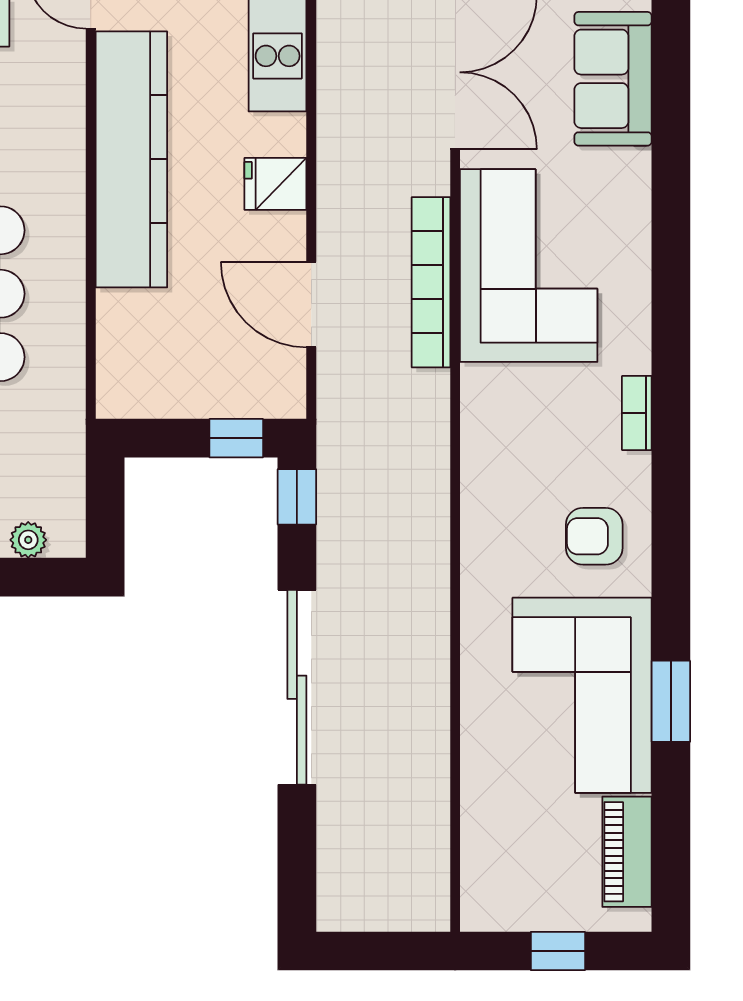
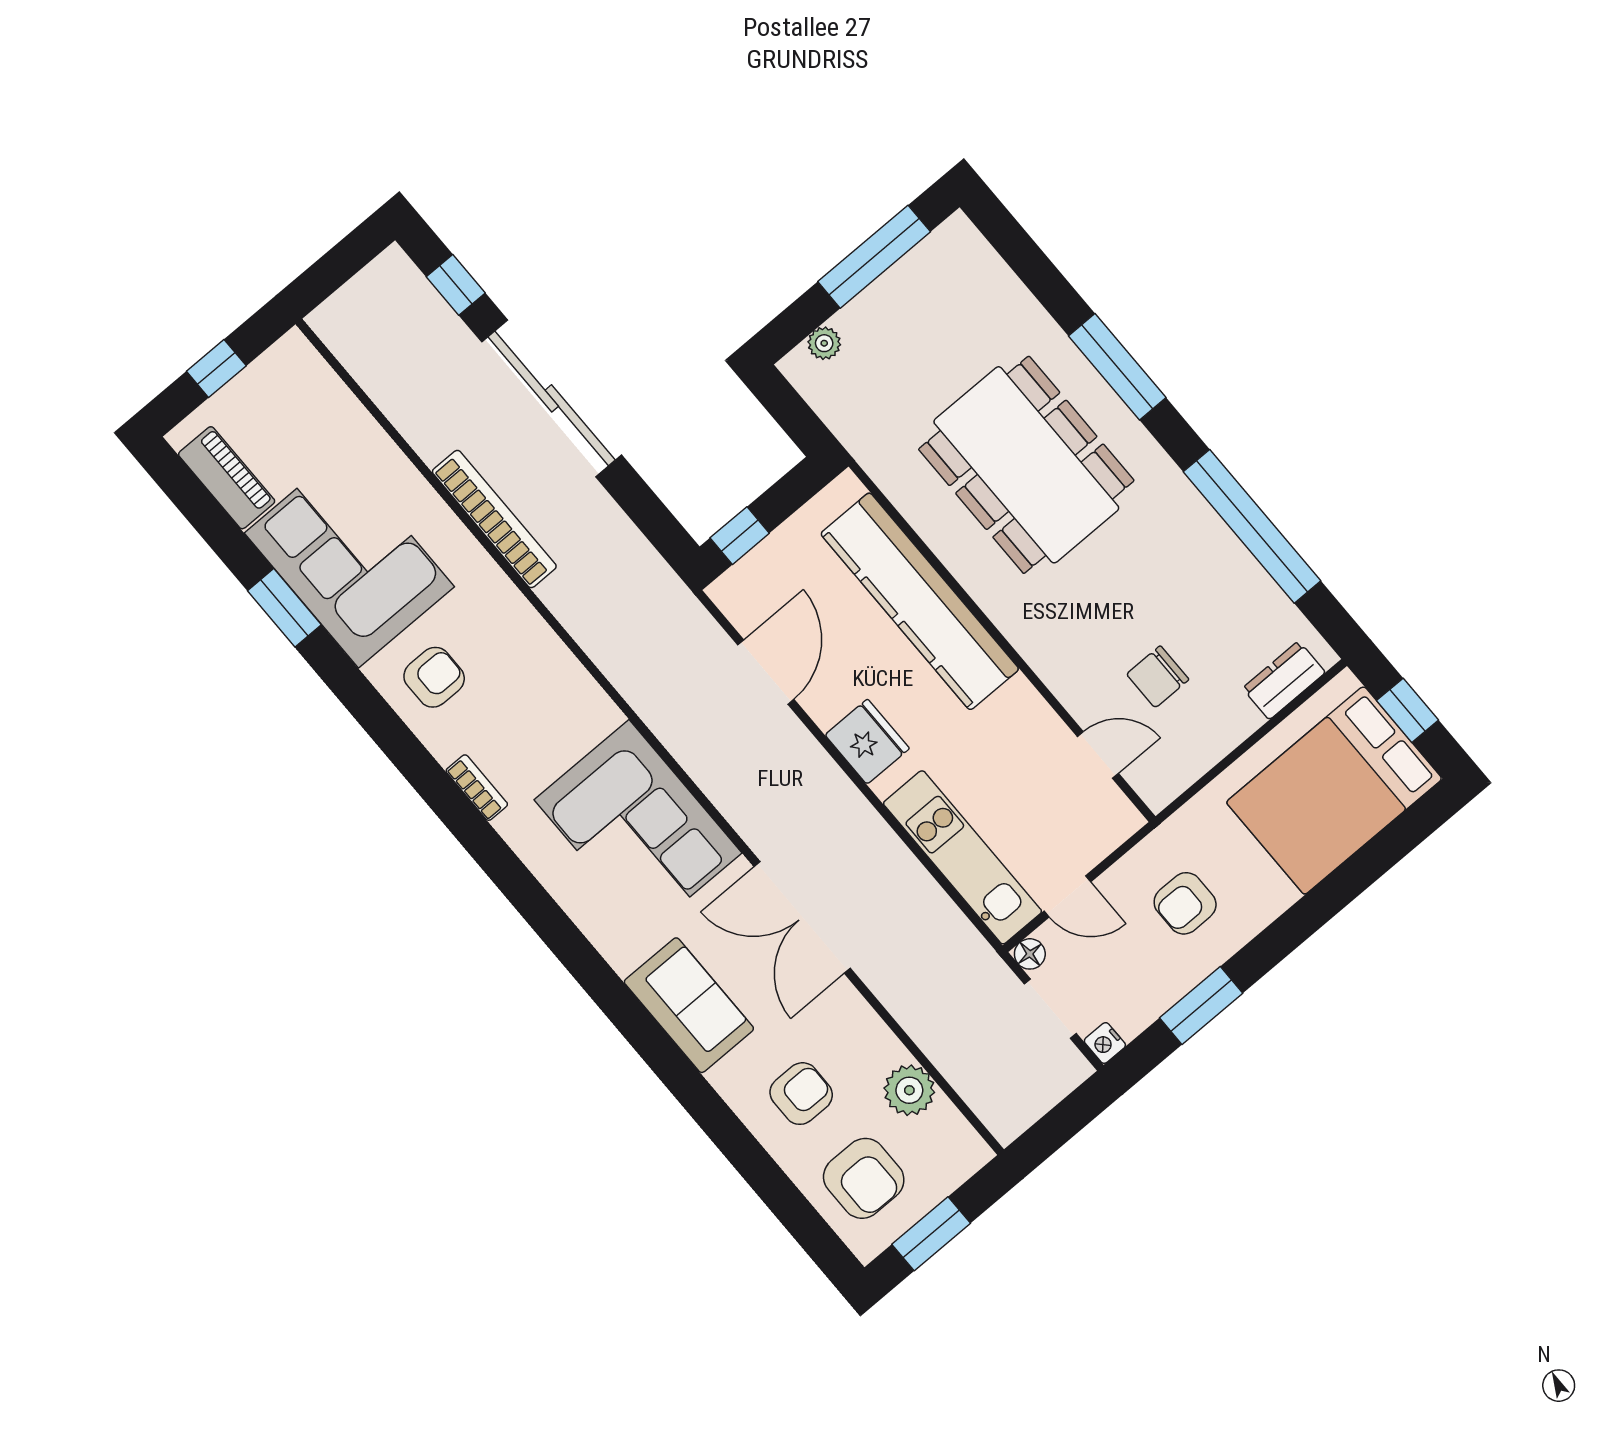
kitchen counter: (131, 159) -> (920, 601), moved
fridge: (275, 184) -> (867, 742), width x1.38
bookcase: (431, 282) -> (494, 519), moved
door: (311, 305) -> (766, 672), hinge flipped
window: (297, 497) -> (456, 285), moved

